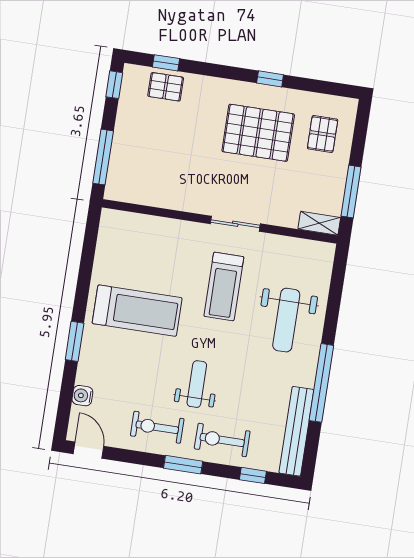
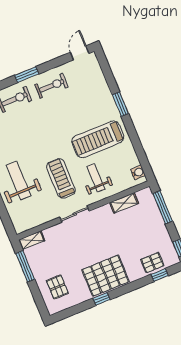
pallet: (258, 133) -> (105, 276), moved
shelving: (155, 197) -> (124, 203), added
weight bench: (197, 384) -> (96, 178), moved, turned 180
water cooler: (82, 396) -> (138, 172), moved
door: (89, 450) -> (80, 53), swing flipped

